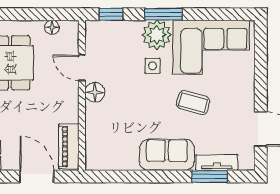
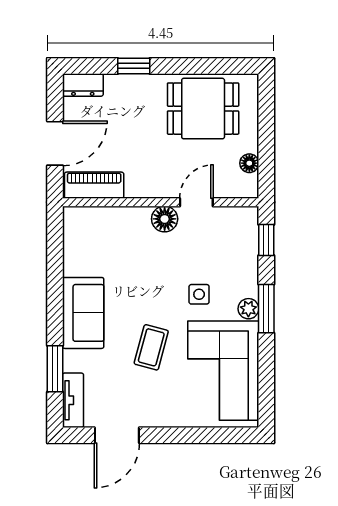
plant: (157, 35) -> (248, 309), width x0.53, depth x0.53
tv unit: (217, 163) -> (73, 400), moved

